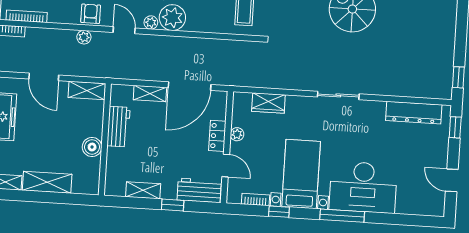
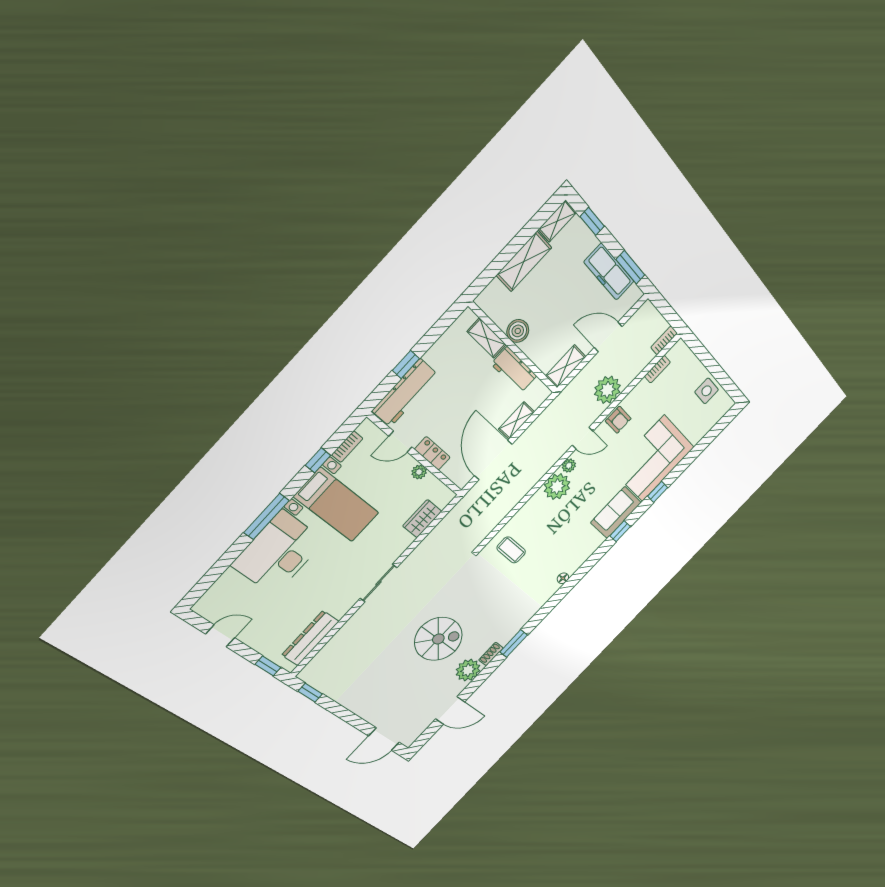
bookcase: (27, 16) -> (657, 369), width x0.64
plant: (84, 37) -> (607, 390), width x1.87, depth x1.87
shelving: (143, 190) -> (487, 338), moved, turned 90
workbench: (199, 190) -> (405, 393), width x1.38

